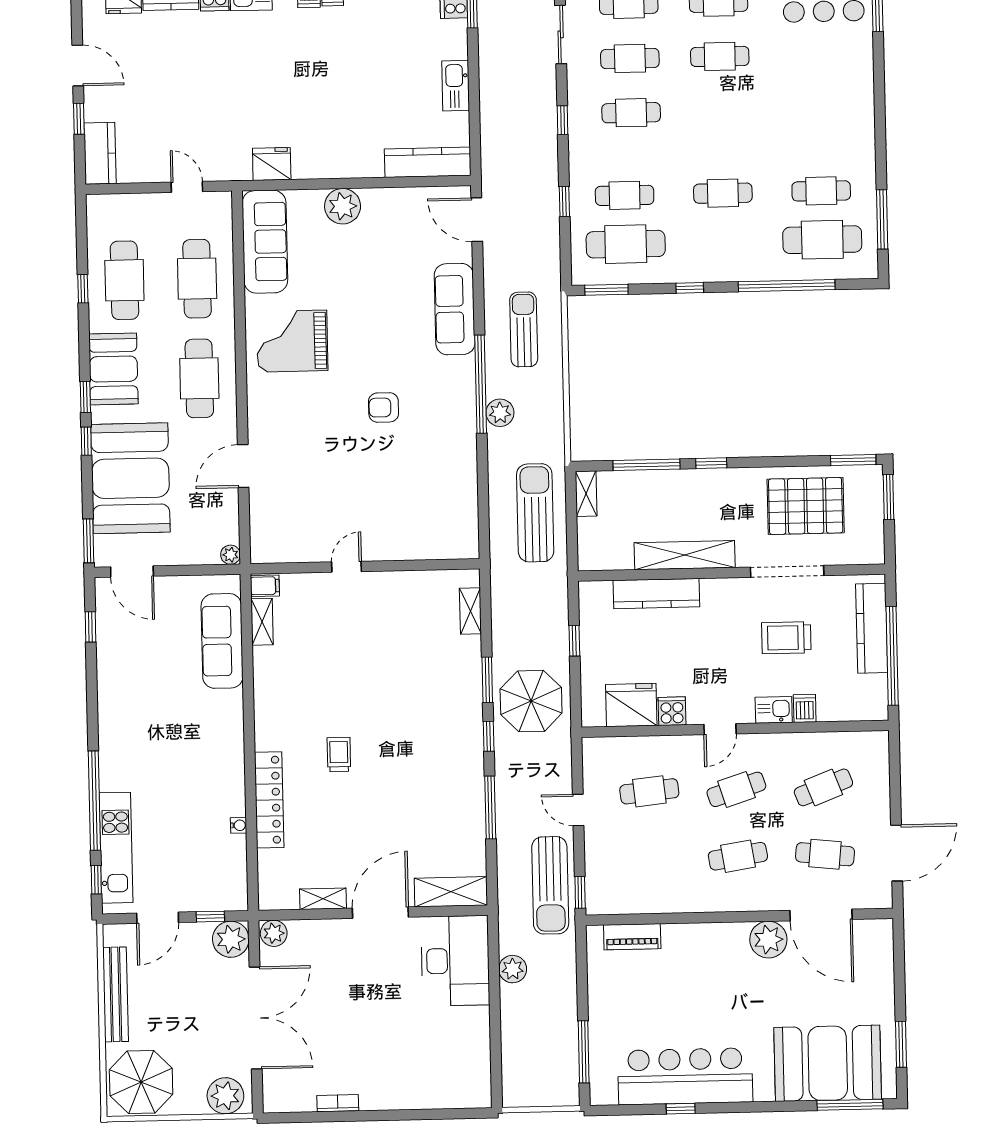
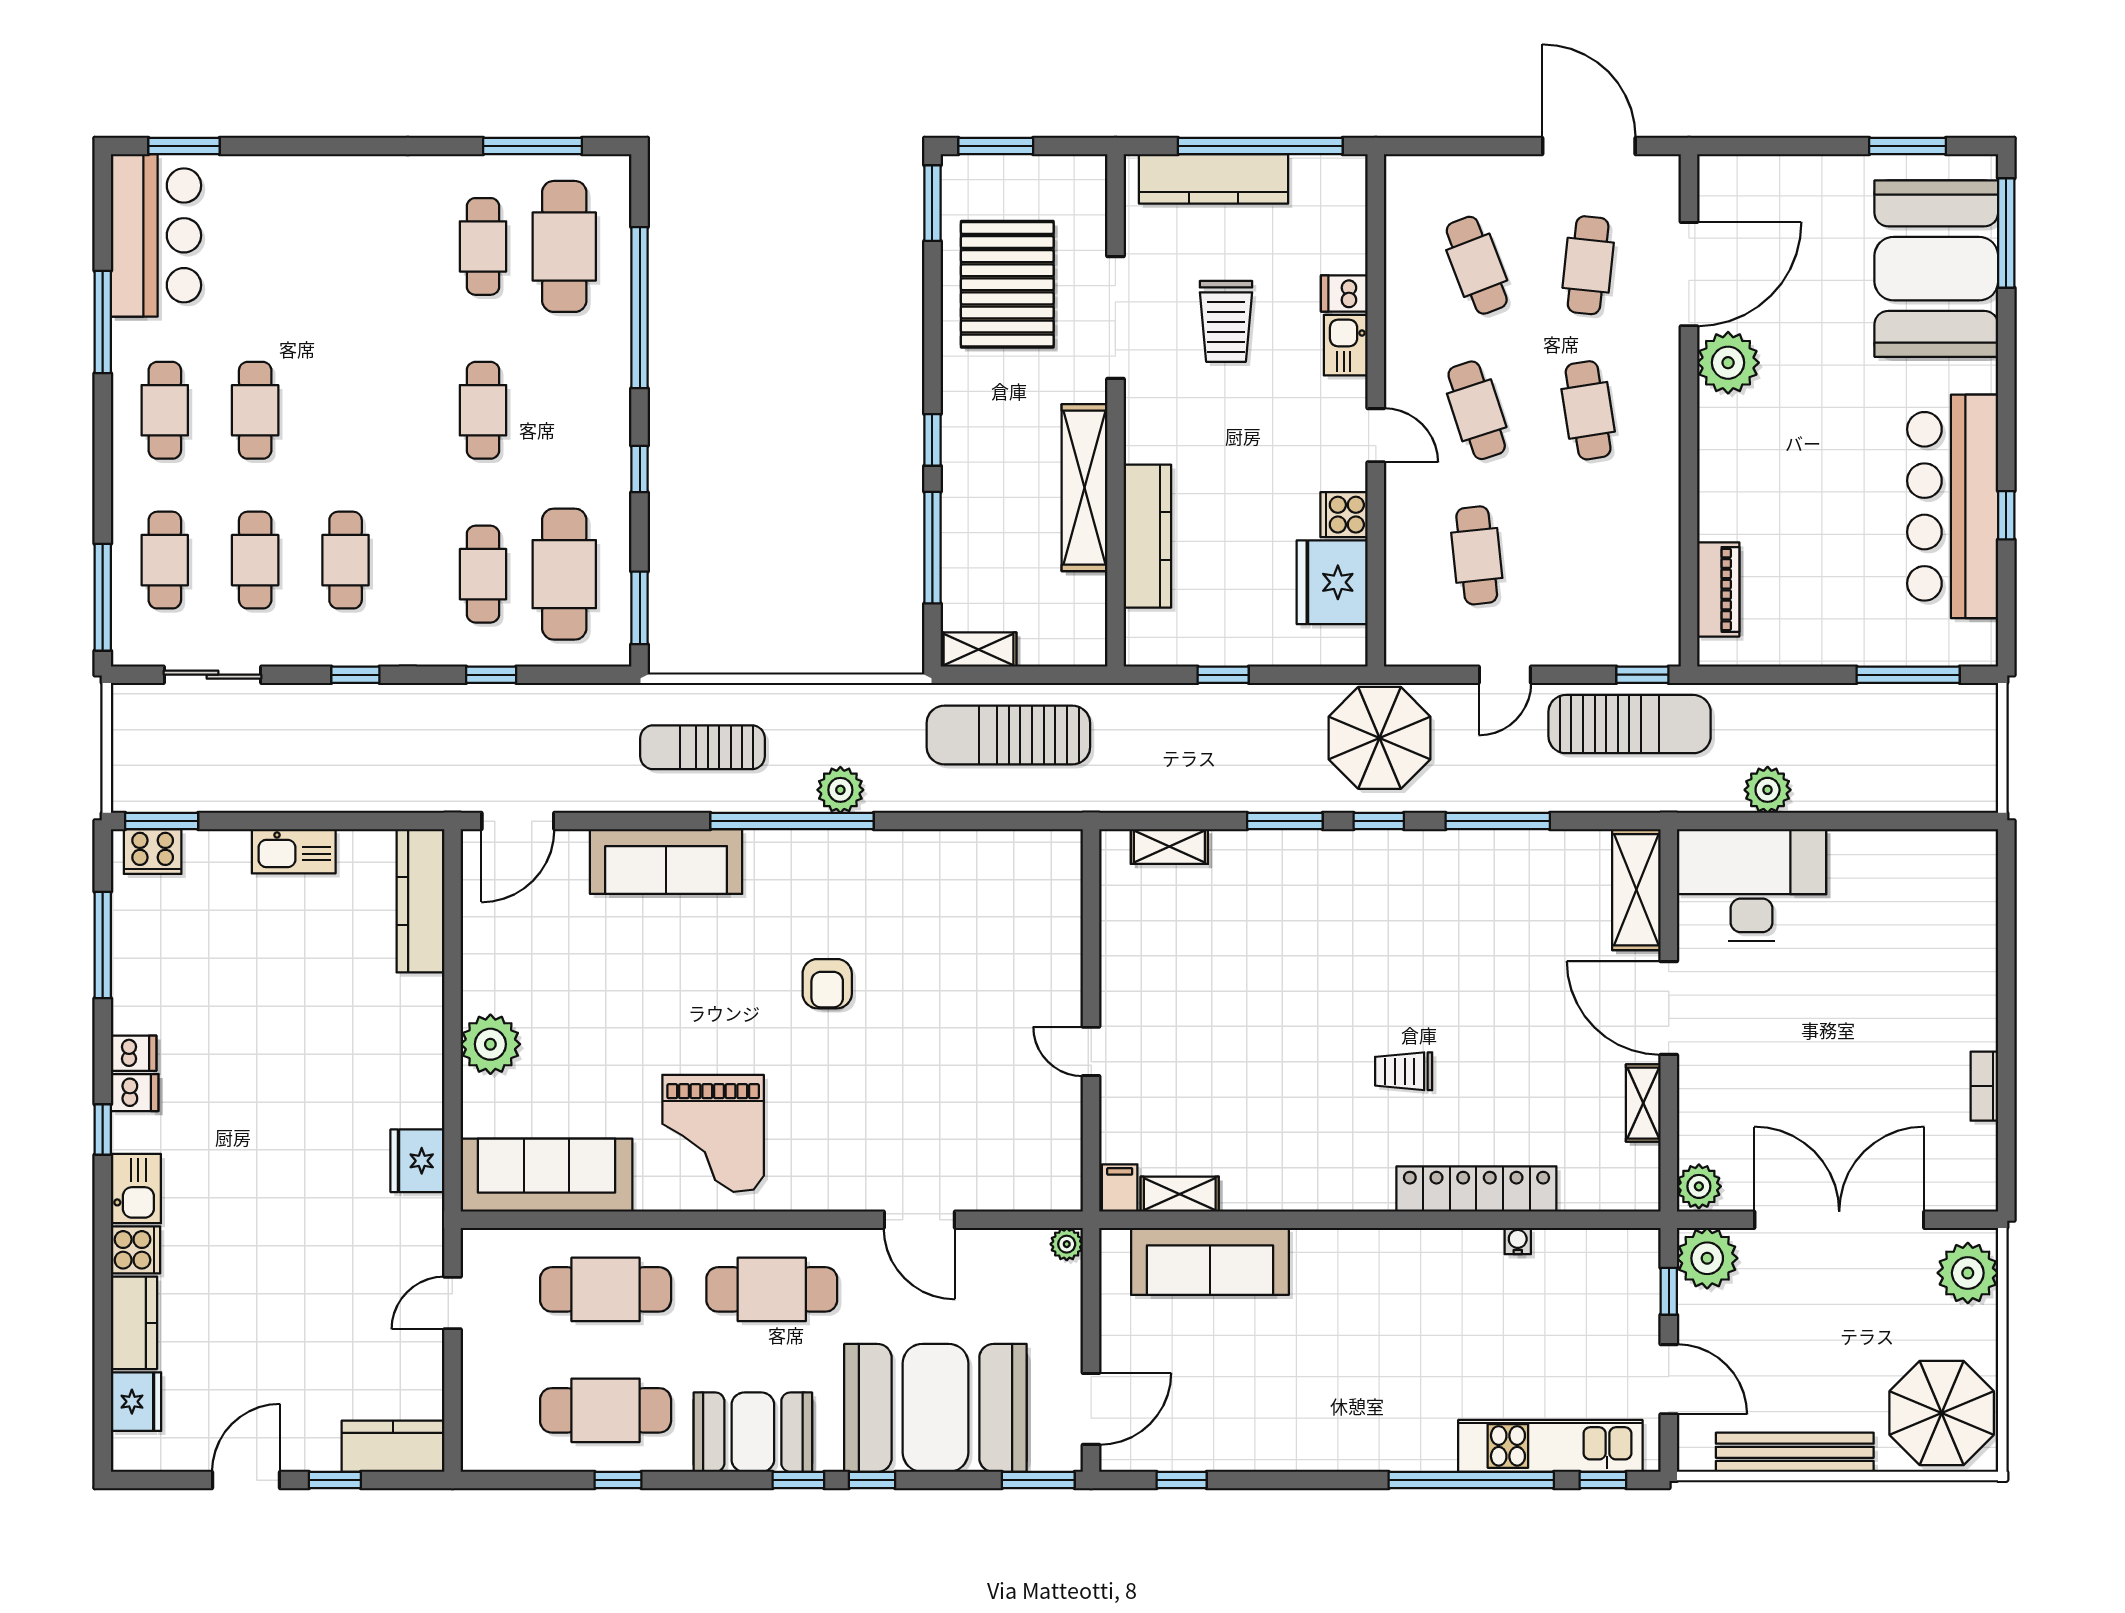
parasol: (531, 701) -> (1380, 738), moved

